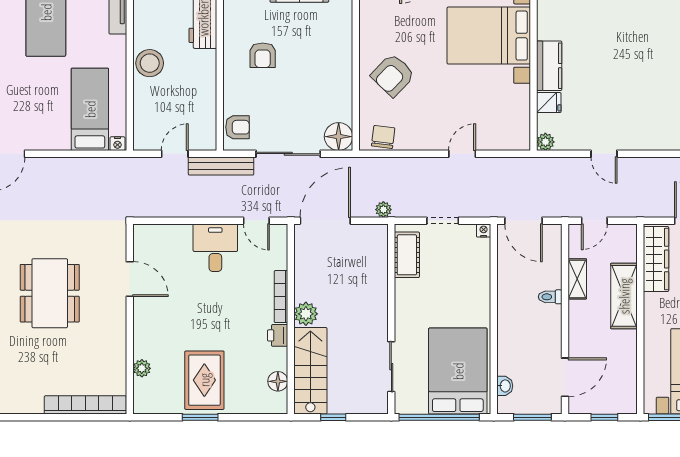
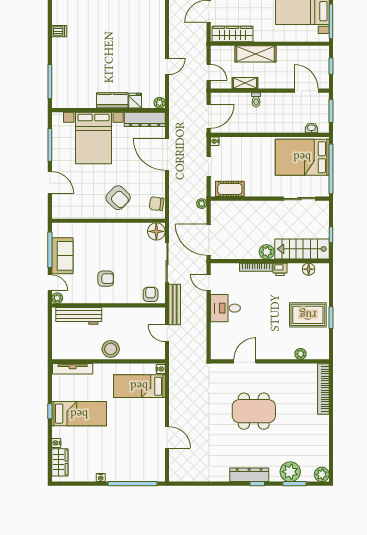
dresser: (519, 118) -> (145, 119), added
door: (462, 154) -> (167, 155), width x1.88
door: (256, 221) -> (209, 283), swing flipped

